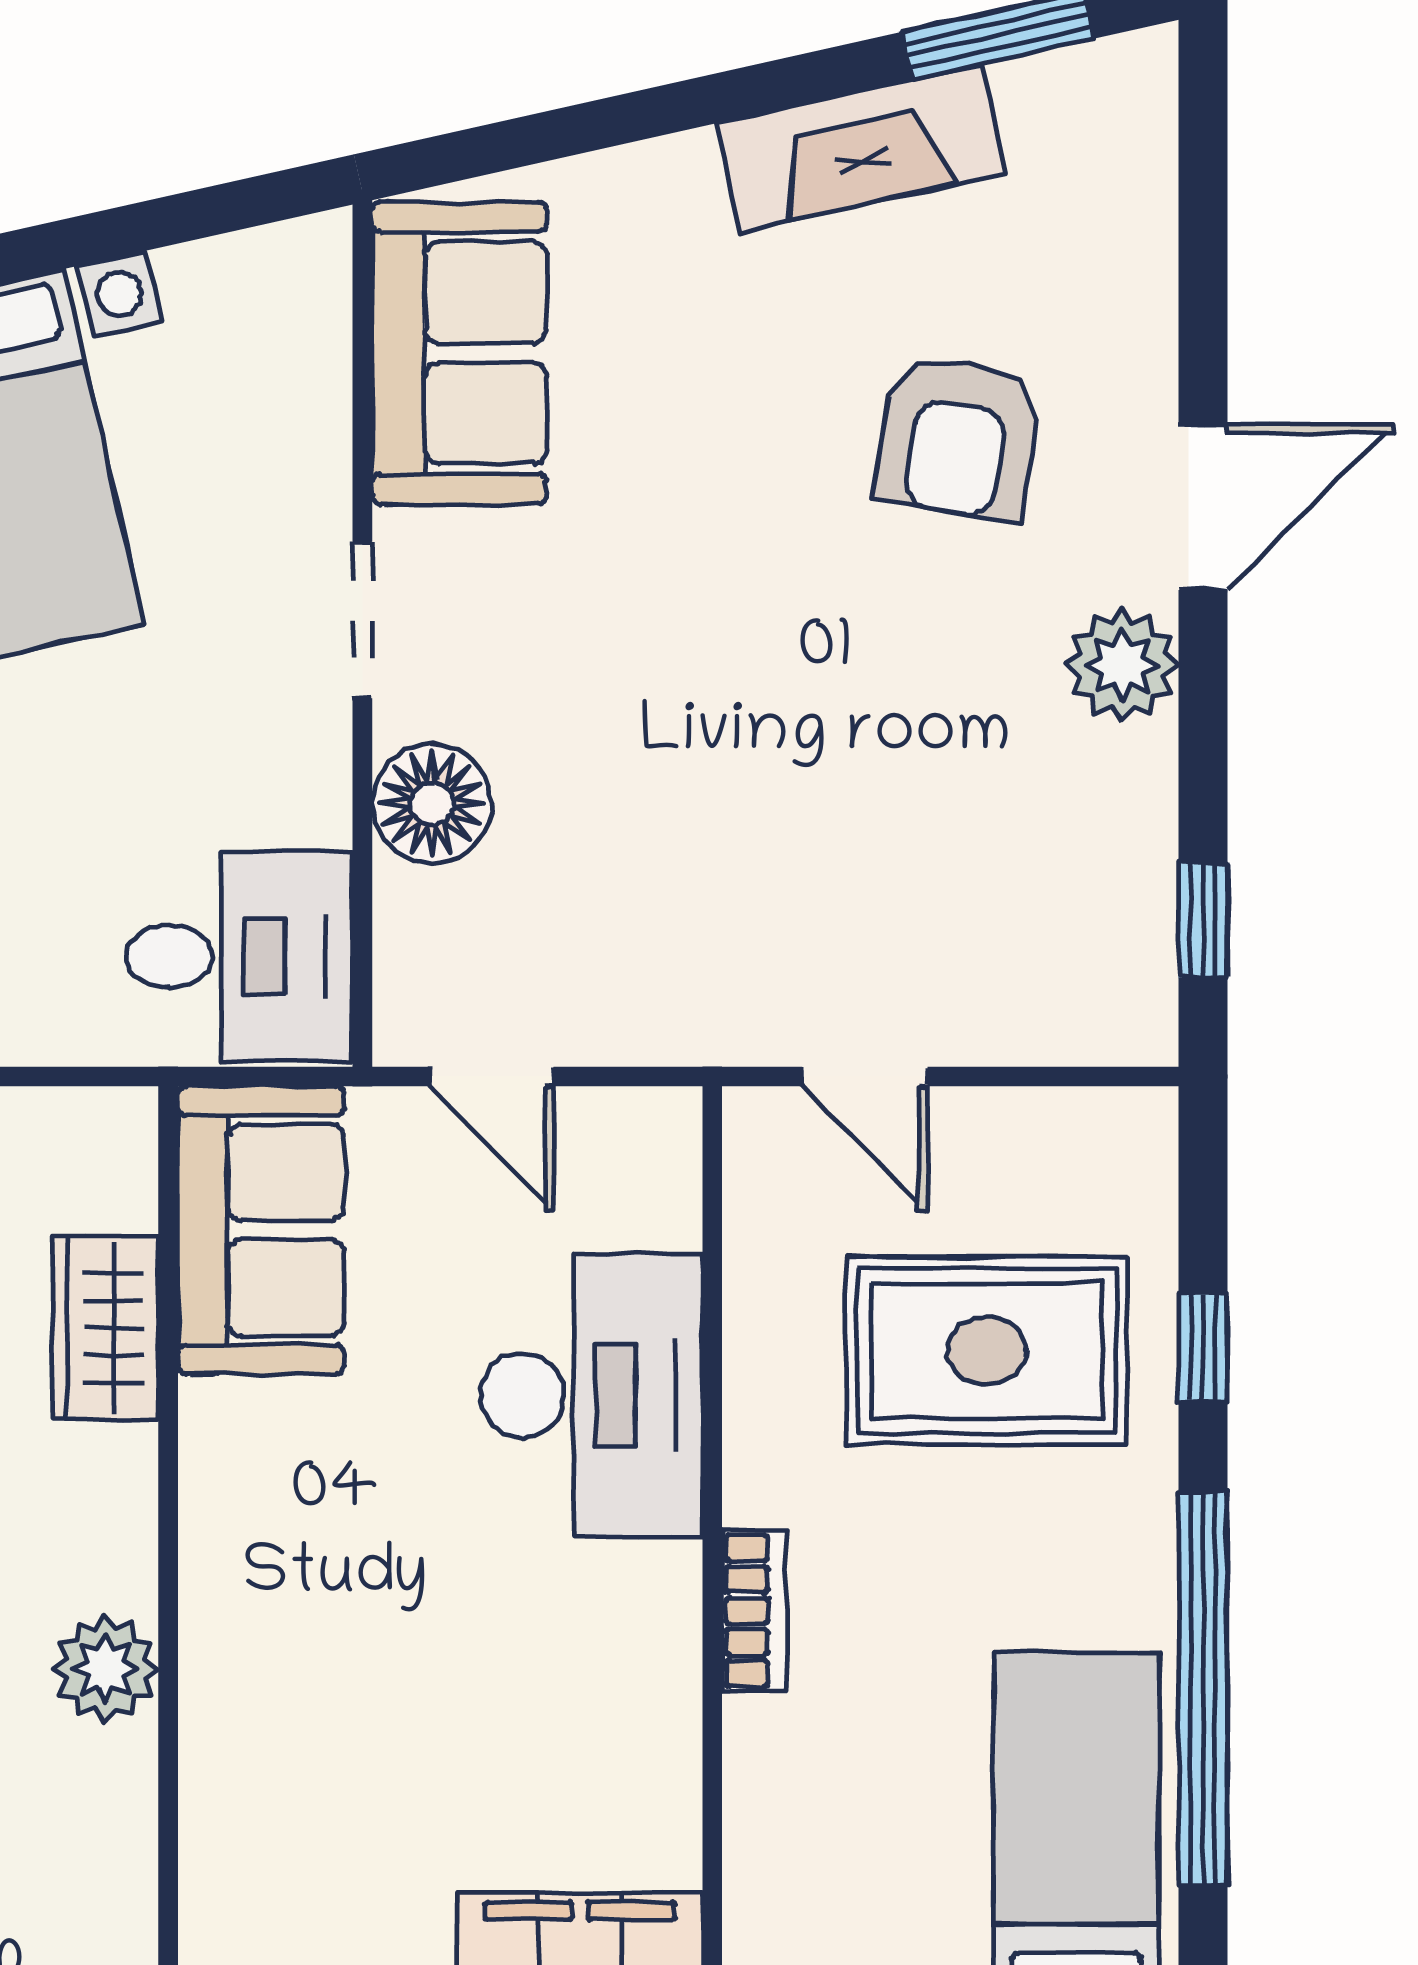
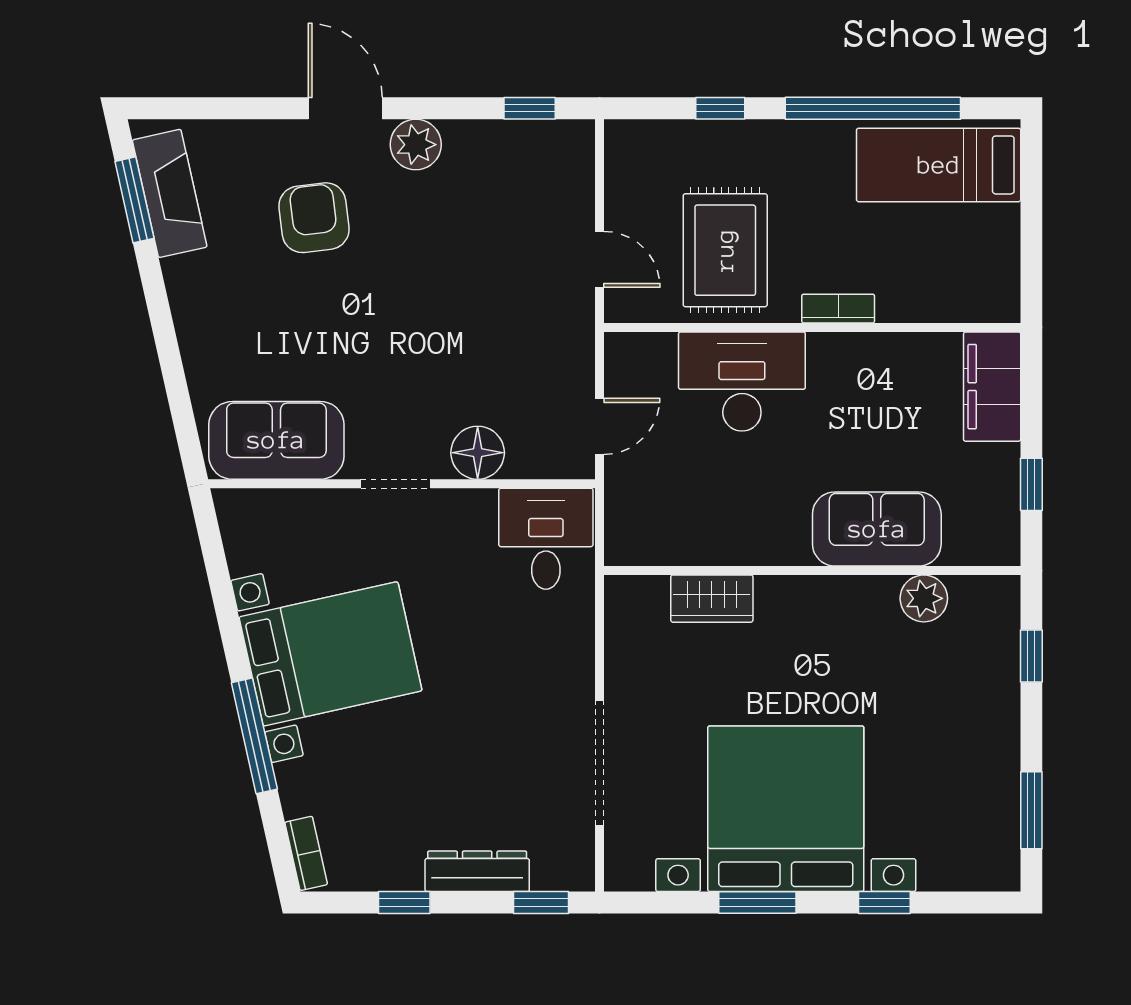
fireplace: (861, 148) -> (170, 193), moved
armchair: (958, 437) -> (314, 218), turned -106
door: (865, 1076) -> (600, 259), hinge flipped
sofa: (261, 1230) -> (877, 529), moved
rug: (987, 1351) -> (725, 250), moved
plant: (106, 1669) -> (924, 598), moved

